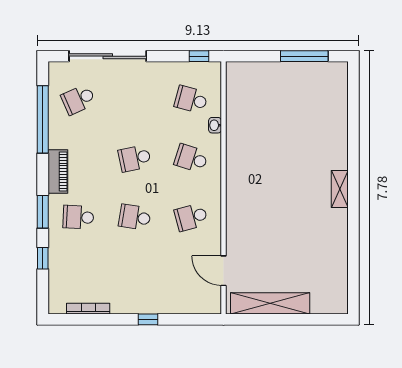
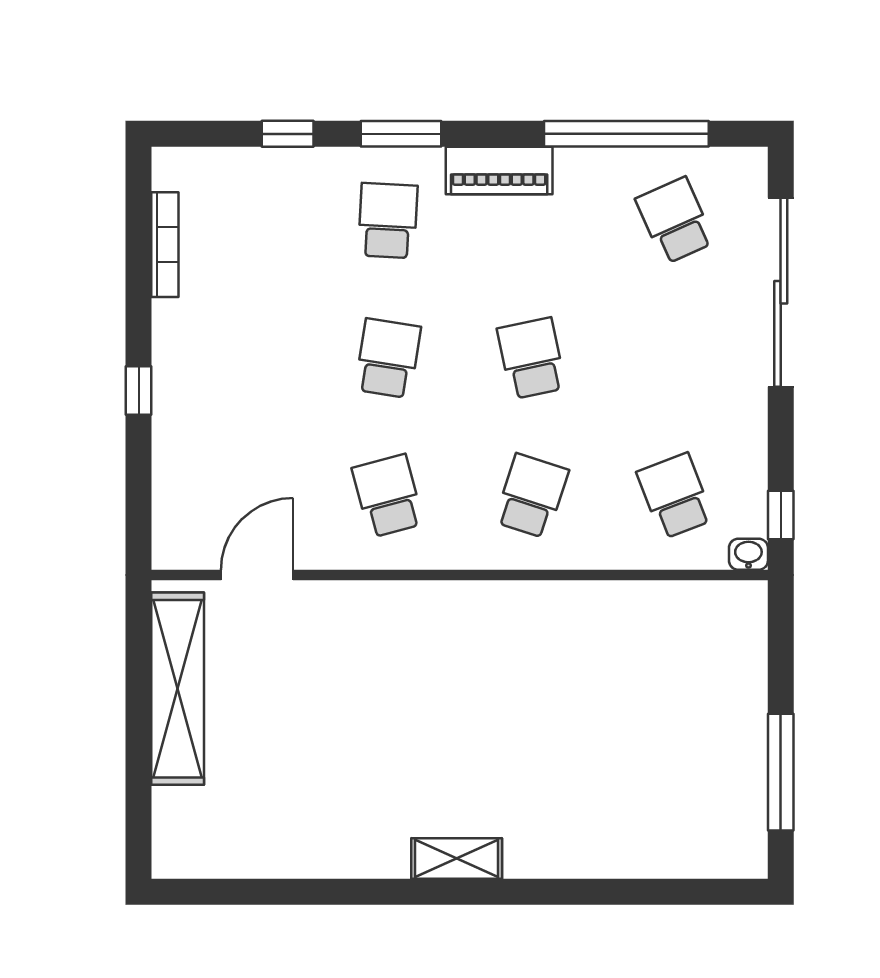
school desk: (191, 99) -> (675, 496), turned -36
washbasin: (215, 125) -> (748, 554), moved

